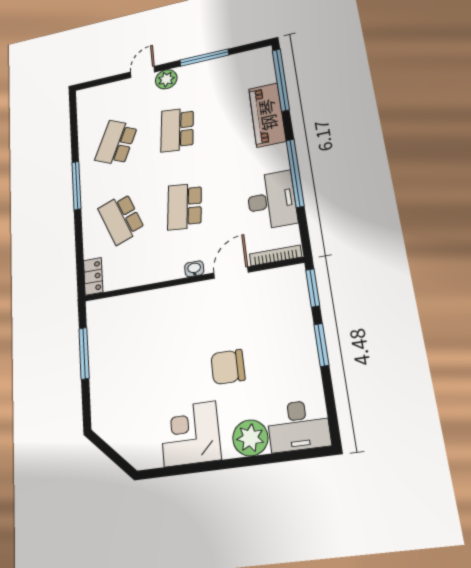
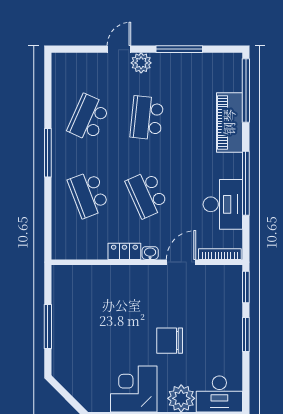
school desk: (184, 206) -> (147, 194), turned -30
locker: (93, 276) -> (124, 251), moved, turned -90
window: (84, 353) -> (48, 326), moved

